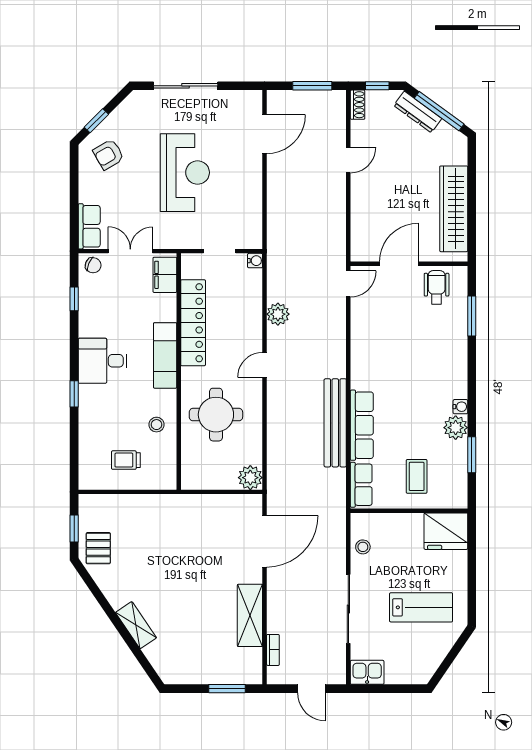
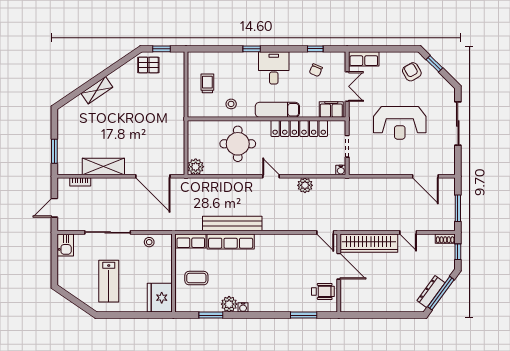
dresser: (418, 112) -> (431, 292), moved
wardrobe: (454, 209) -> (369, 243), moved, turned 180
chair: (93, 265) -> (316, 70), moved

